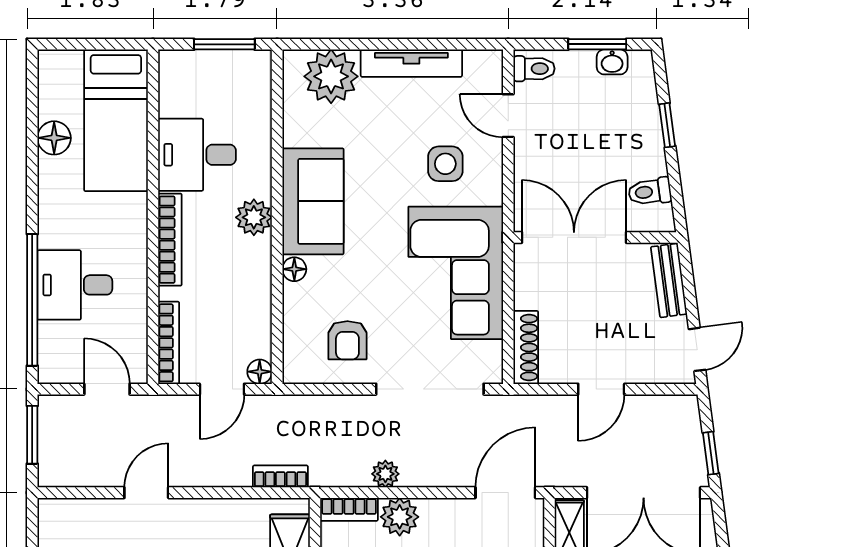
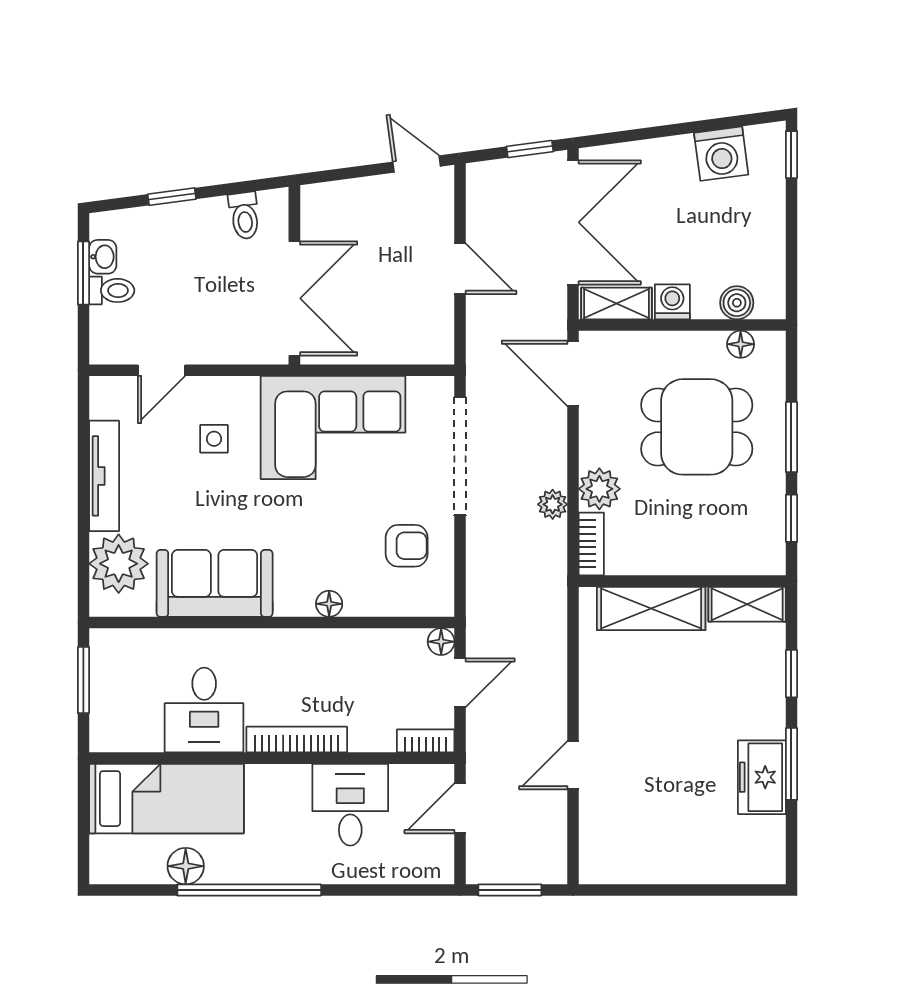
toilet: (534, 69) -> (112, 290), moved, turned 90
side table: (445, 164) -> (214, 439), width x0.73, depth x0.73
sofa: (313, 201) -> (215, 583), moved
plant: (254, 217) -> (272, 648), removed
double door: (574, 237) -> (294, 298), swing flipped
bench: (669, 280) -> (341, 195), removed
desk: (75, 285) -> (350, 805), moved, turned 180
window: (32, 300) -> (249, 890), moved
bookcase: (169, 343) -> (426, 741), width x0.64
shoe rack: (526, 347) -> (415, 351), removed
door: (222, 389) -> (460, 683), hinge flipped
bookcase: (280, 476) -> (555, 619), removed
door: (146, 493) -> (573, 765), hinge flipped

